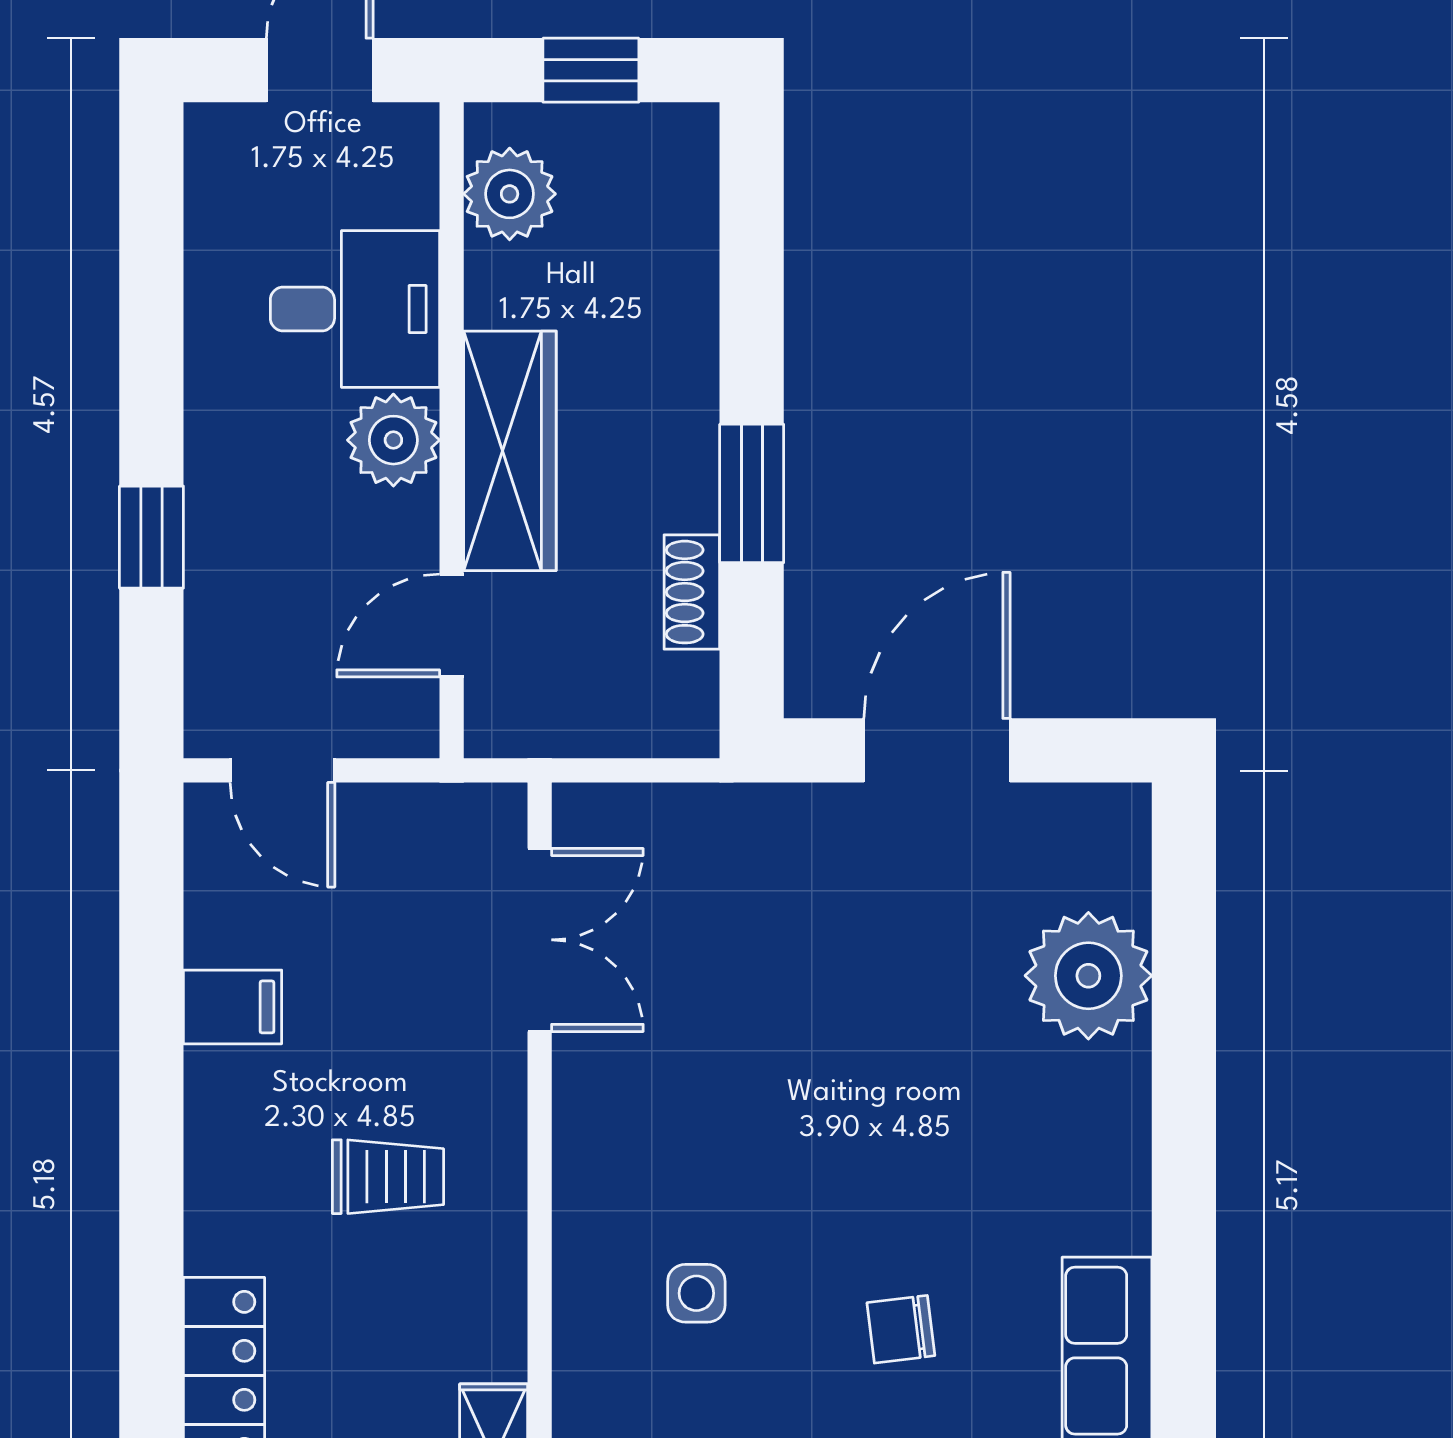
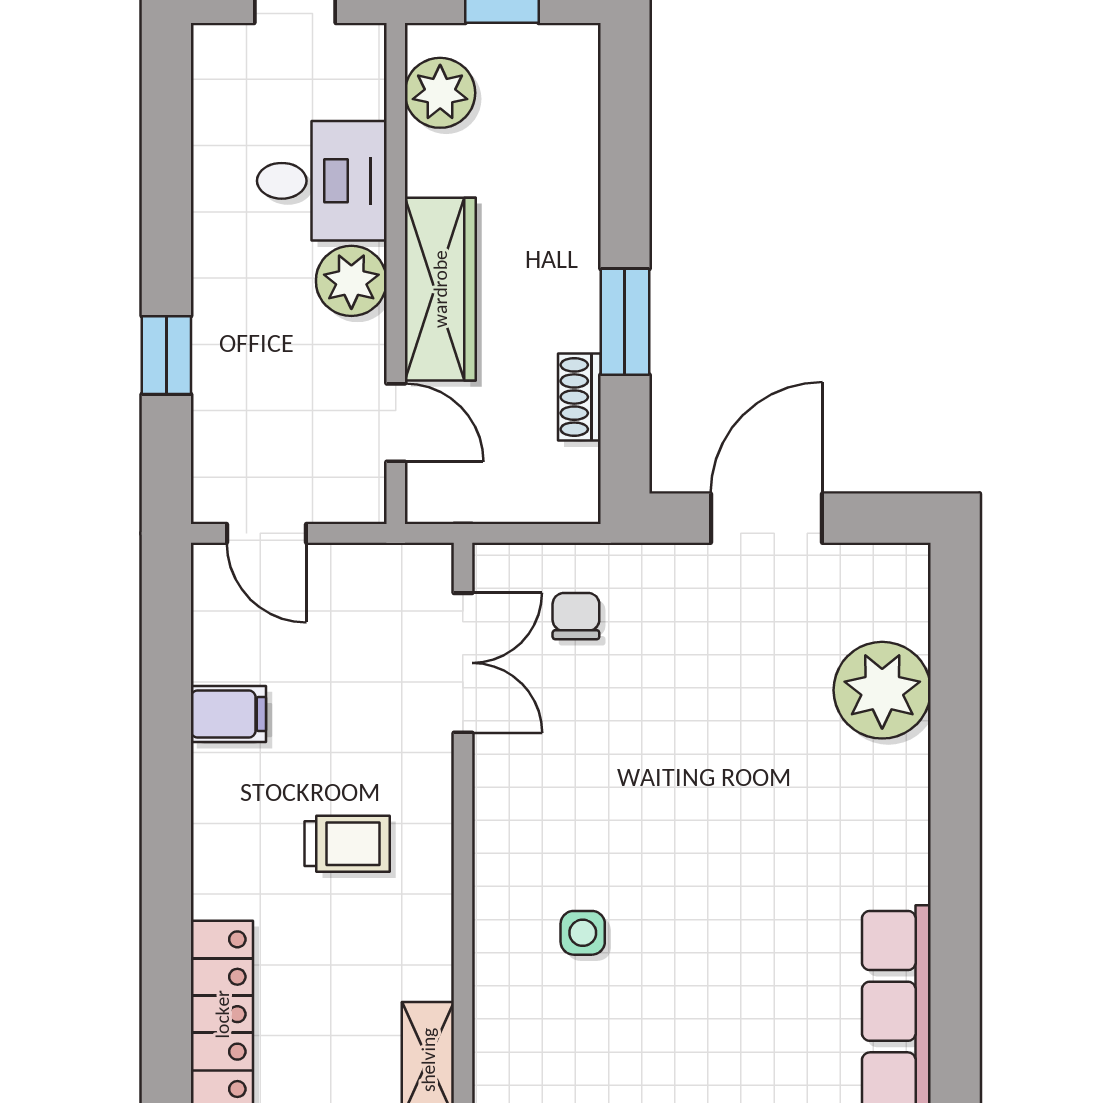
door: (452, 626) -> (396, 423), swing flipped
chair: (901, 1329) -> (576, 616), moved, turned 97

